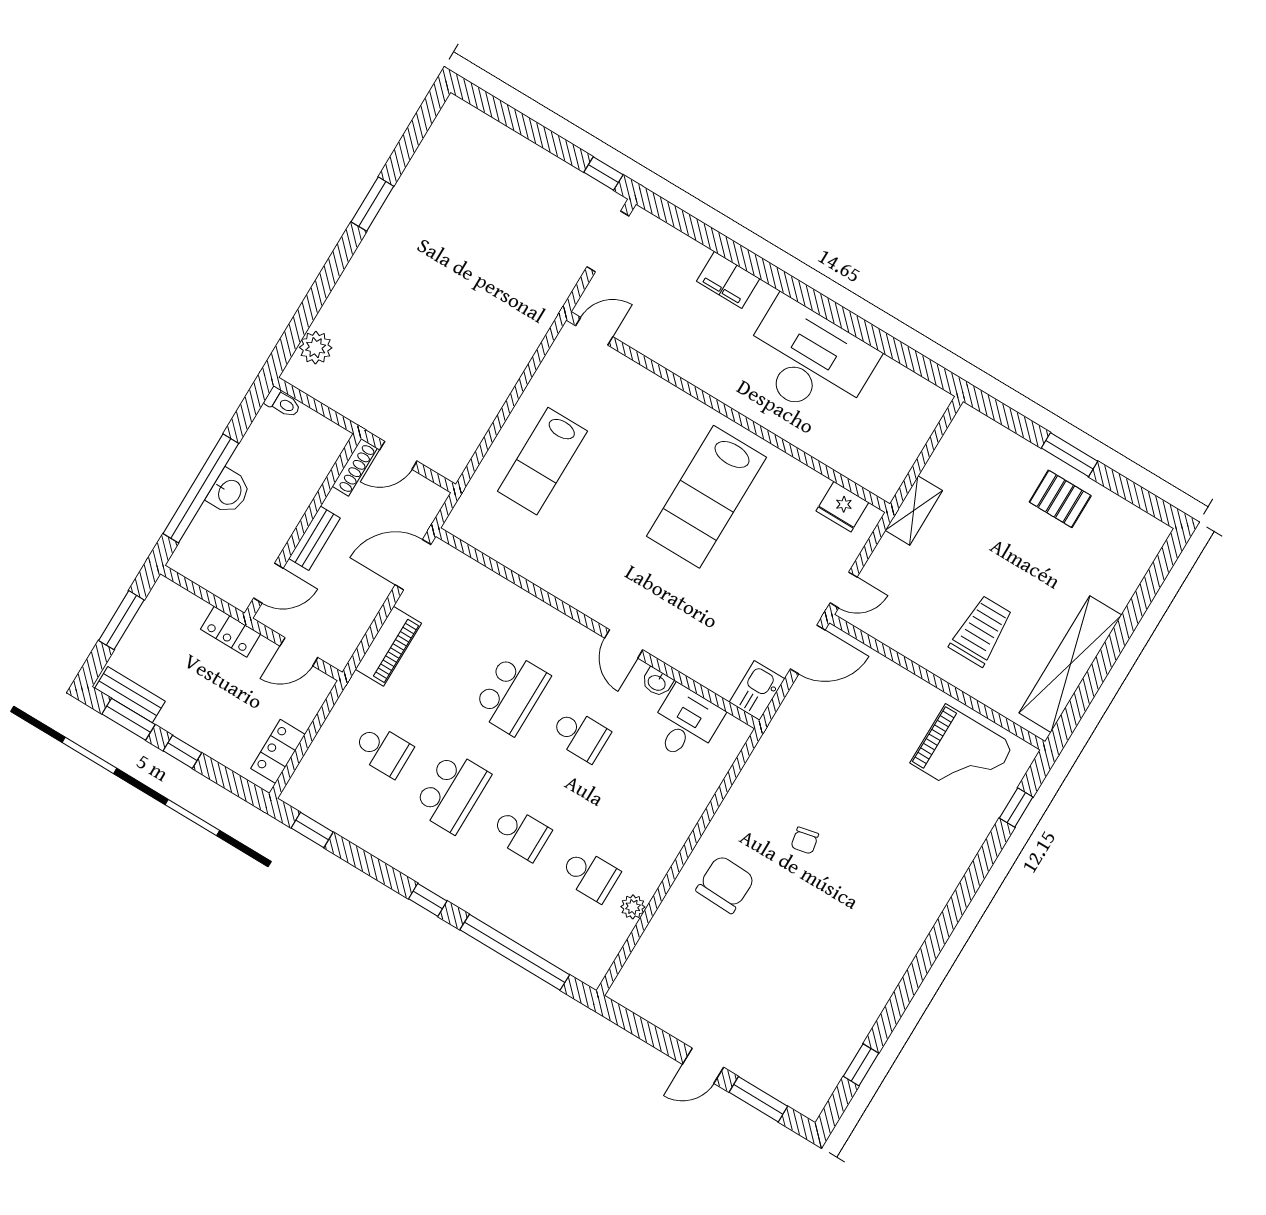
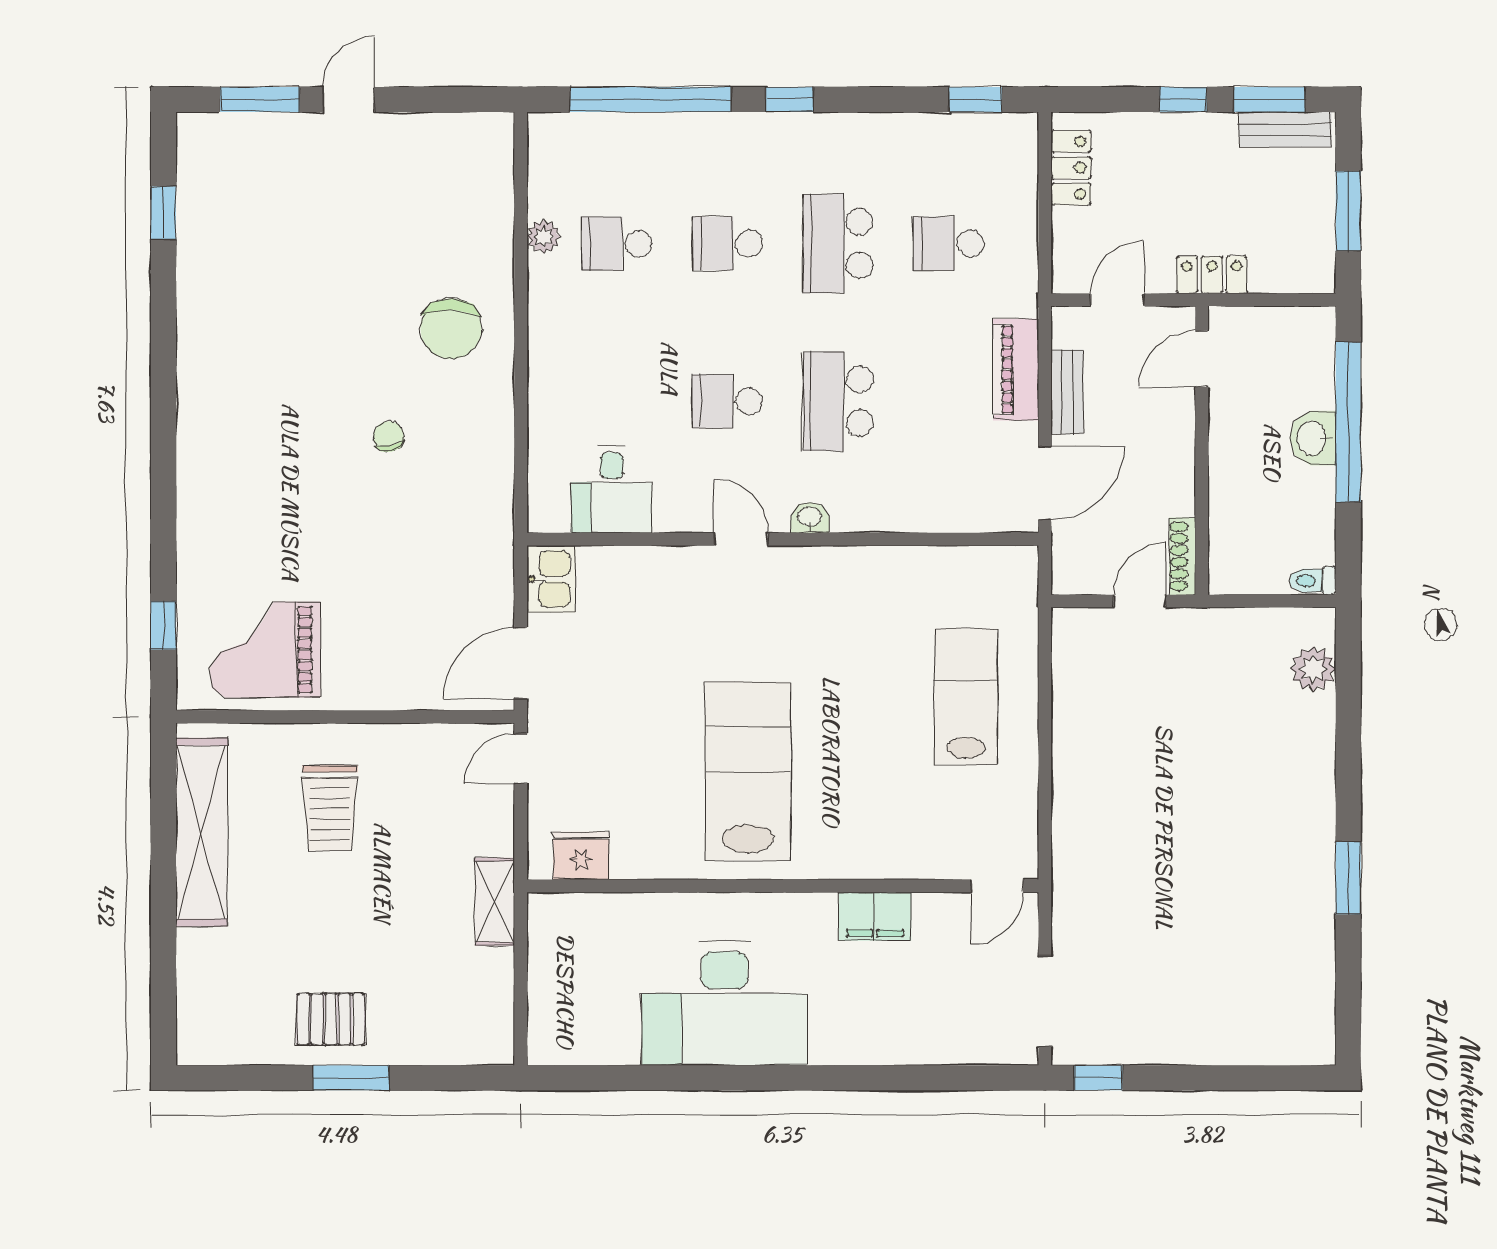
filing cabinet: (728, 280) -> (875, 916), moved, turned 180
bench: (314, 538) -> (1067, 392), moved
washbasin: (657, 682) -> (810, 518), moved

